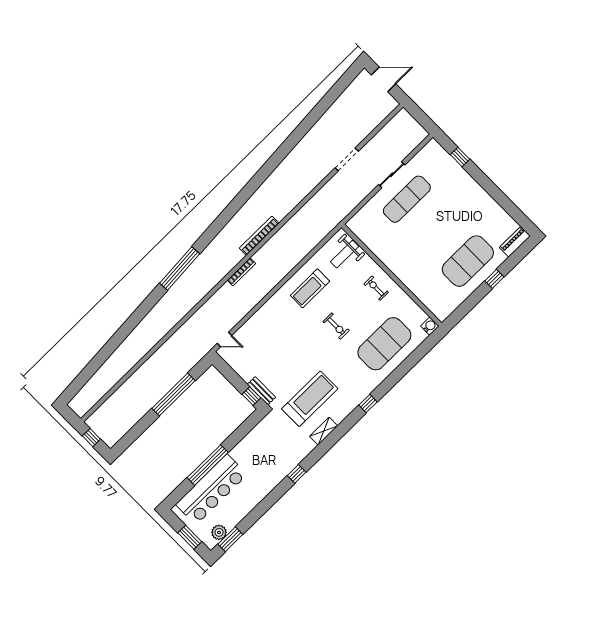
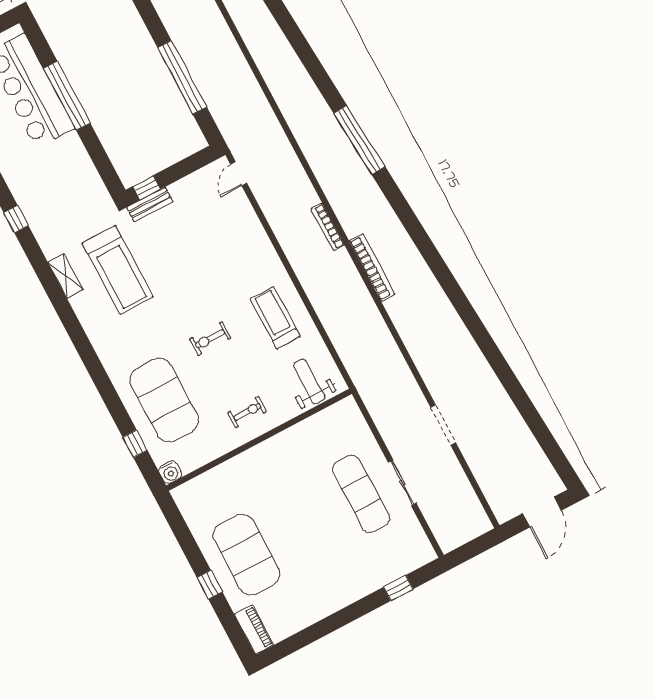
window: (368, 404) -> (135, 444), moved

